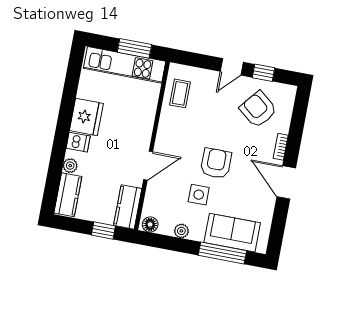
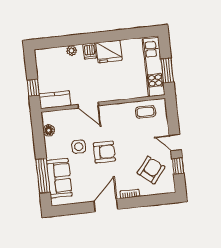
kitchen counter: (68, 195) -> (51, 55), removed
floor lamp: (150, 224) -> (49, 130), moved
plant: (181, 231) -> (50, 142), removed

